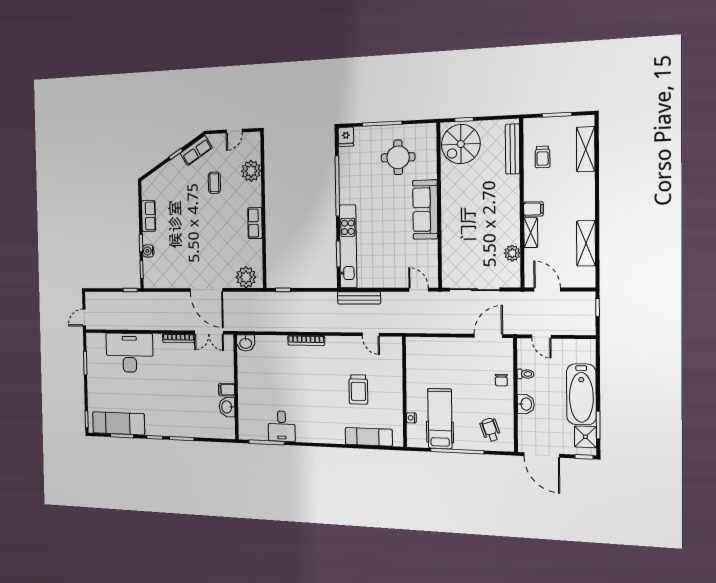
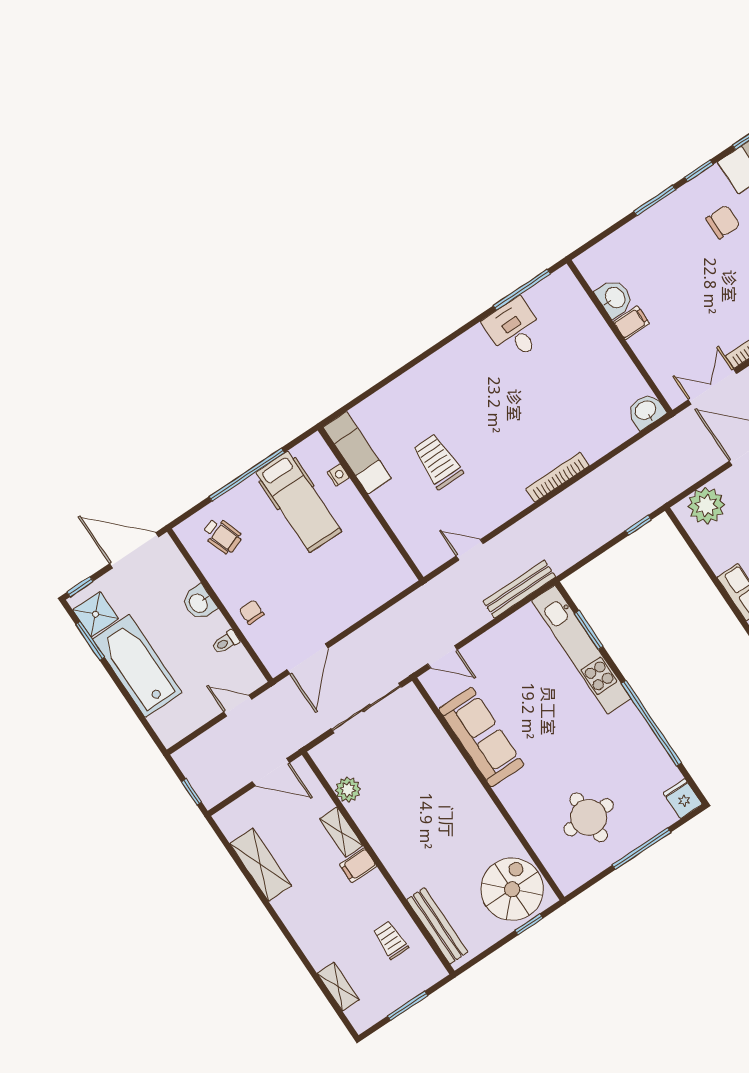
shelving: (586, 149) -> (338, 987), width x0.67, depth x0.75
sofa: (425, 210) -> (481, 737), moved
chair: (158, 406) -> (723, 222), added
exam couch: (369, 437) -> (357, 453), moved, turned -90

